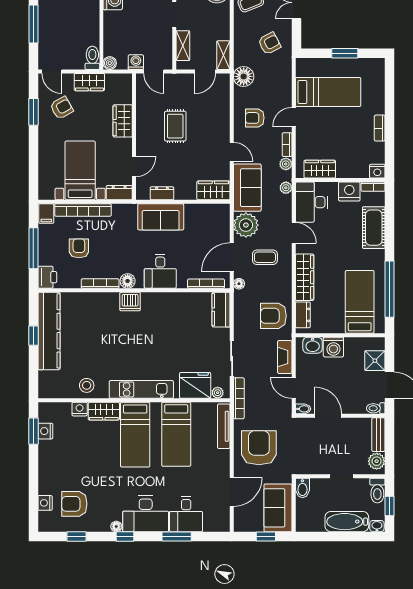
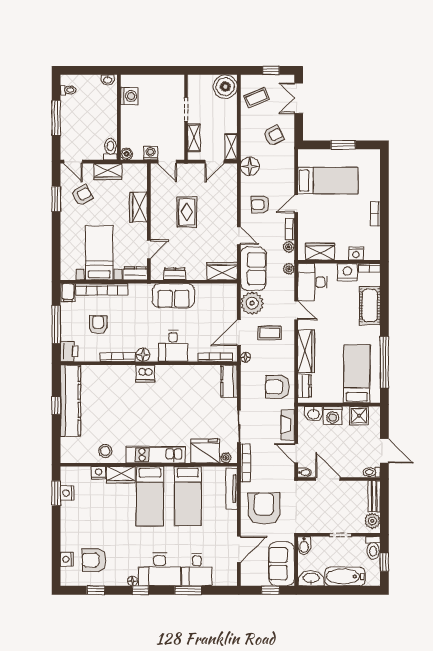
nightstand: (377, 171) -> (356, 254), moved
shower: (375, 361) -> (359, 416), moved
washbasin: (377, 526) -> (311, 578), moved, width x1.91, depth x1.45

